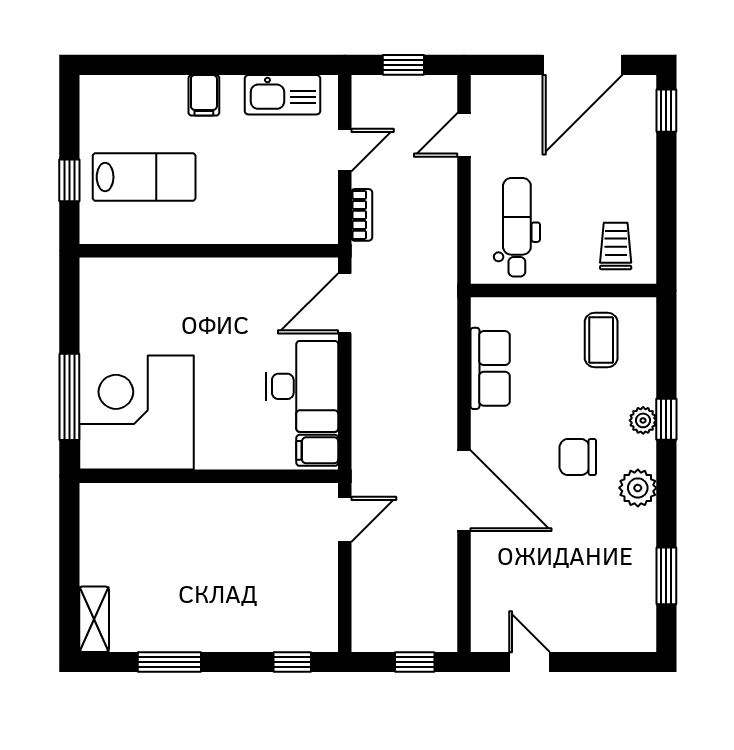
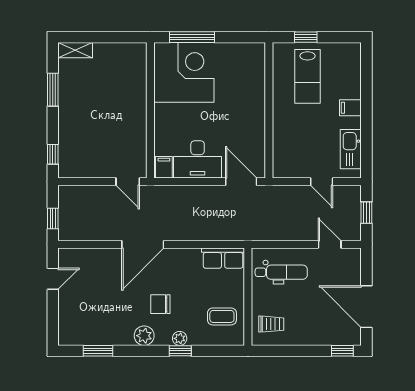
bookcase: (362, 215) -> (288, 191), removed
row of seats: (490, 368) -> (223, 258), moved
chair: (578, 457) -> (160, 304), turned -90

